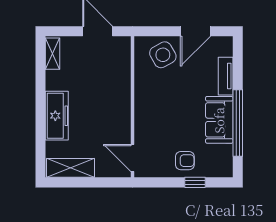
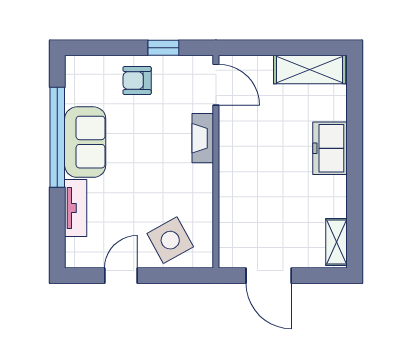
door: (195, 31) -> (121, 276), width x0.73
freezer: (57, 116) -> (330, 148), width x0.71
fireplace: (141, 122) -> (203, 138), added
window: (195, 182) -> (163, 48), moved

